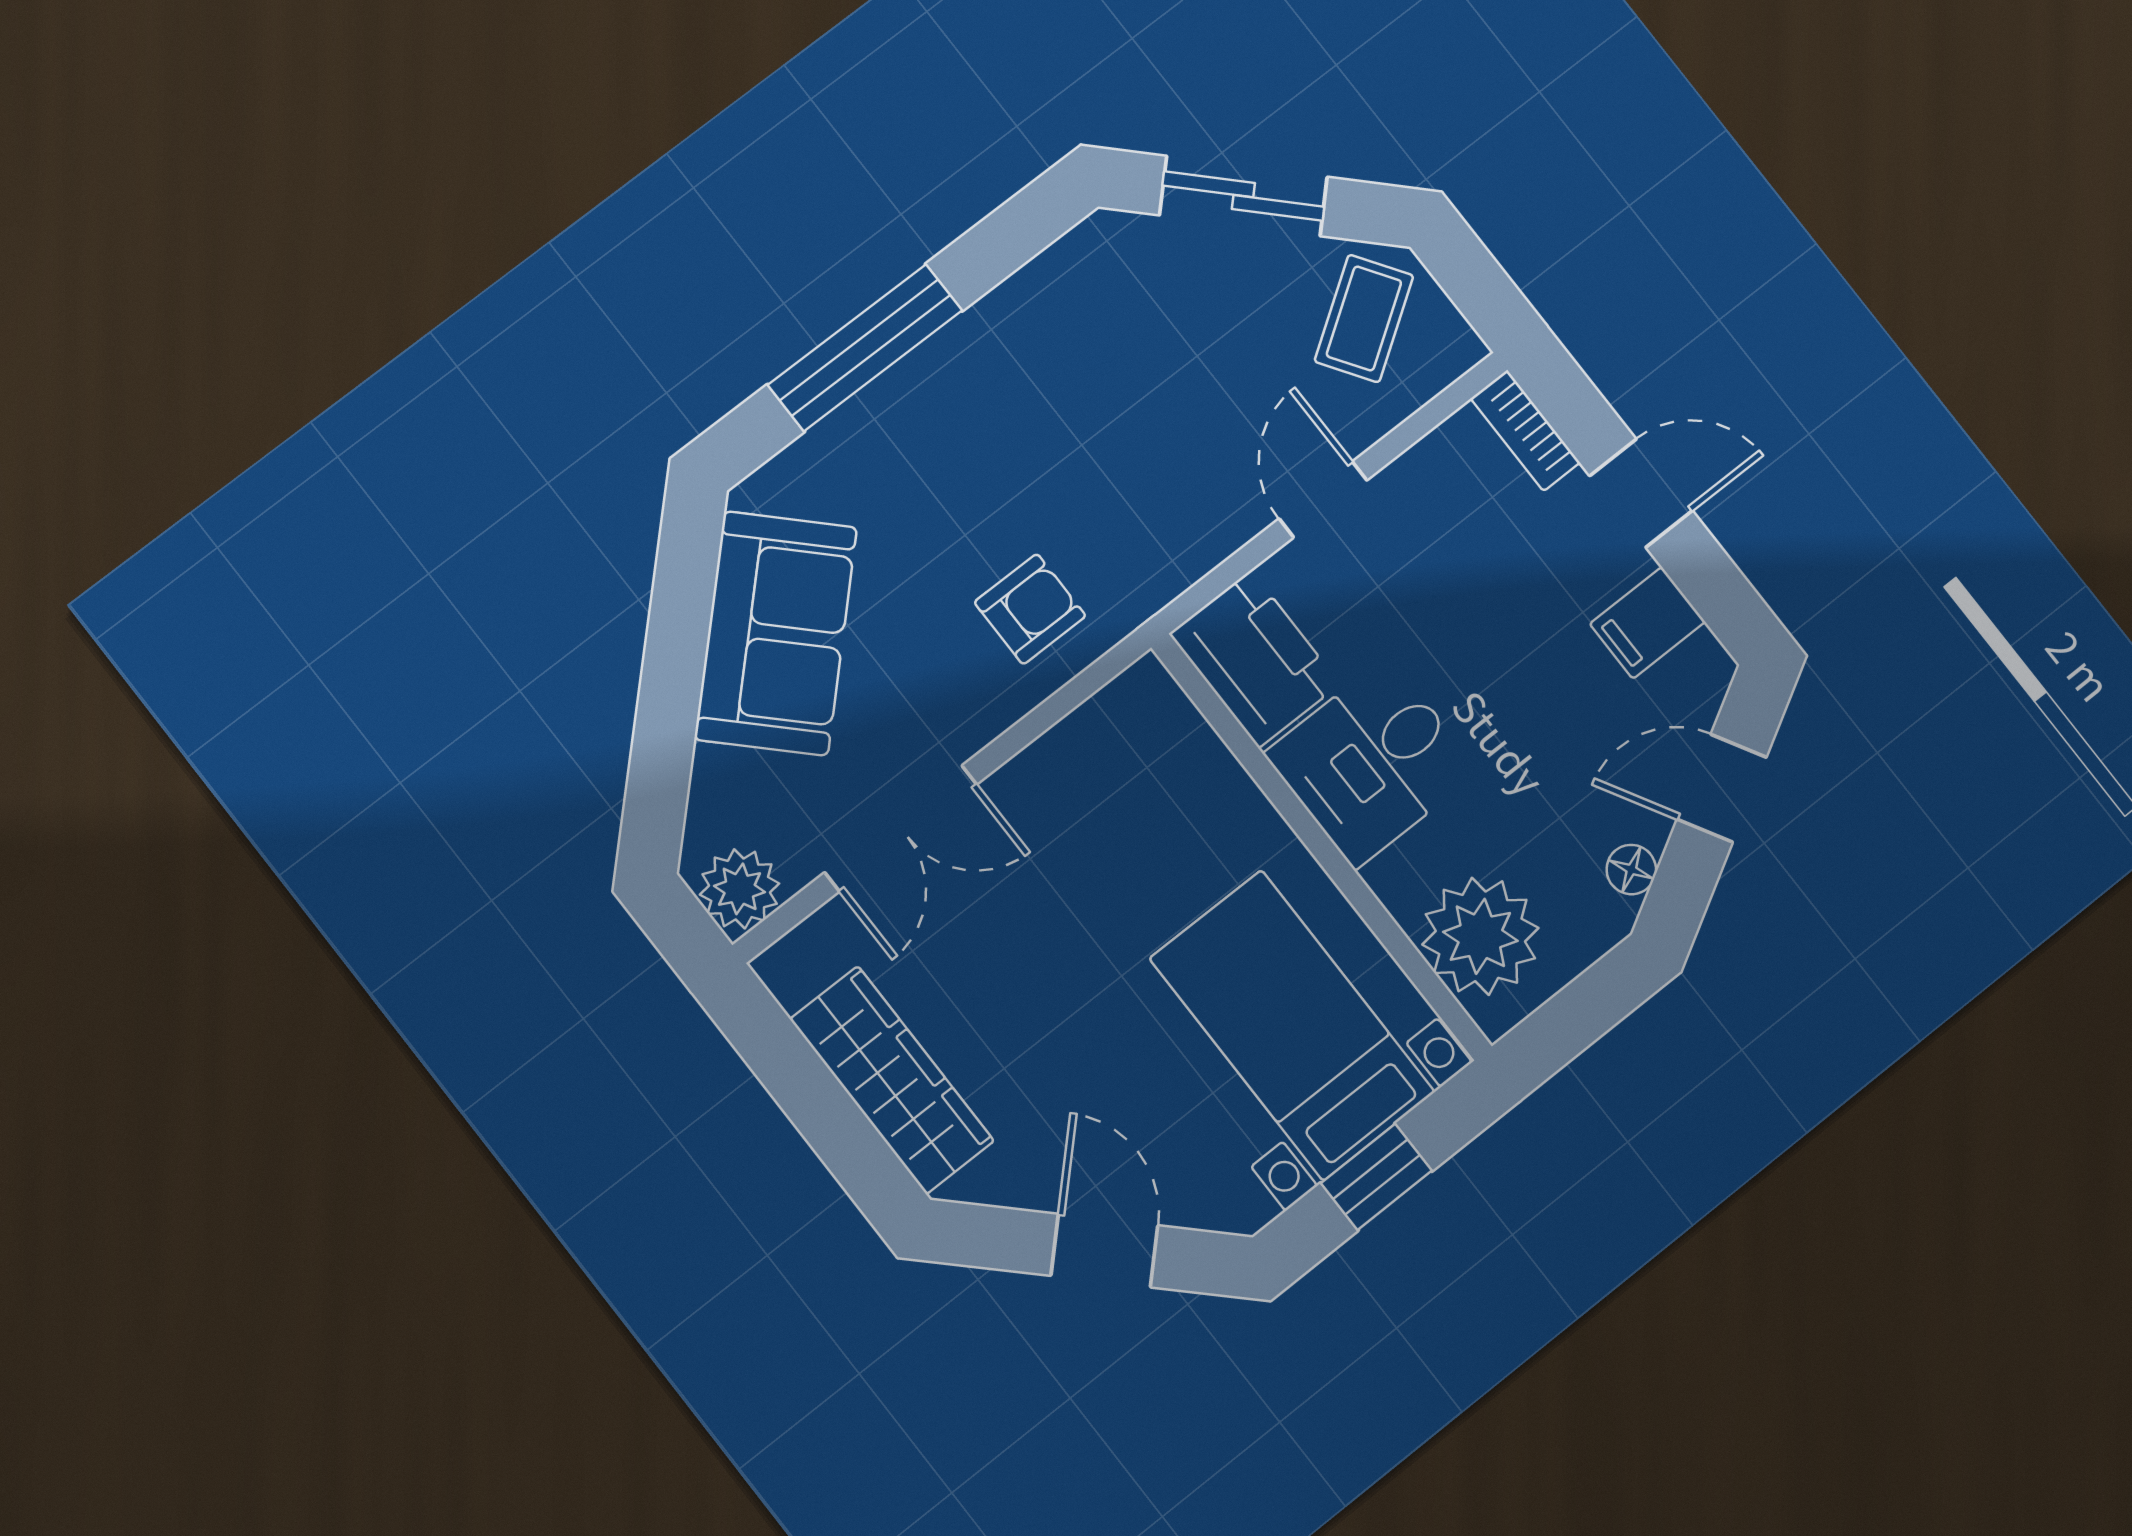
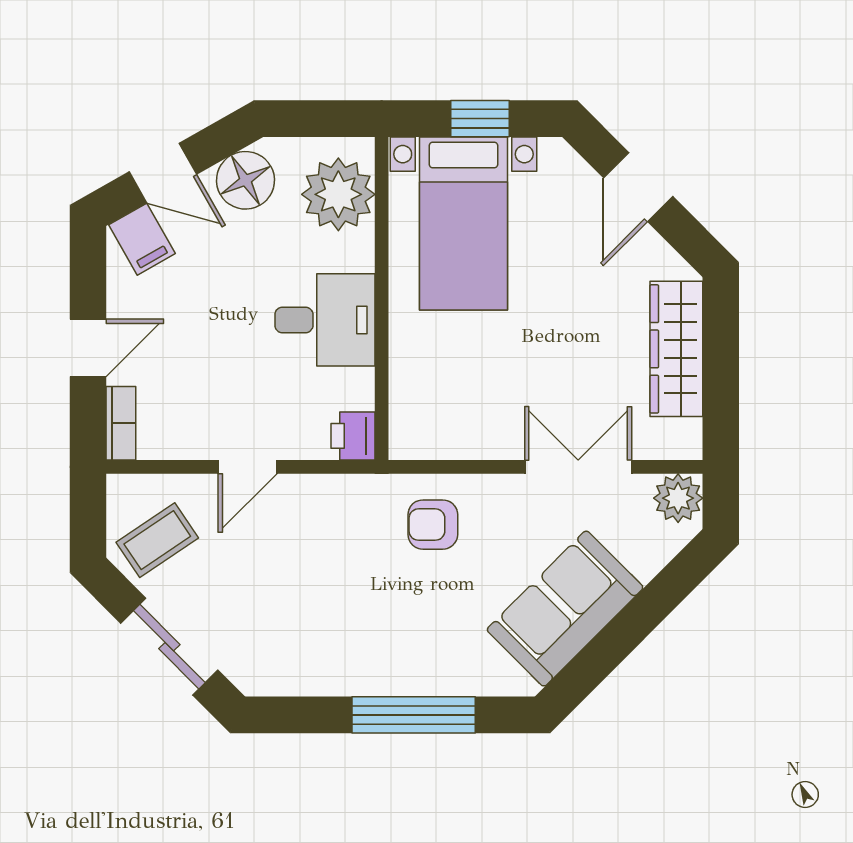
door: (1641, 493) -> (88, 348), swing flipped
filing cabinet: (1647, 623) -> (142, 239), moved, turned 60
printer: (1255, 659) -> (353, 436), width x0.53, depth x0.68
floor lamp: (1631, 870) -> (245, 180), width x1.89, depth x1.89

